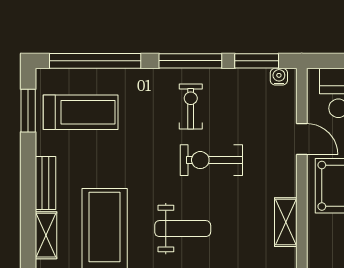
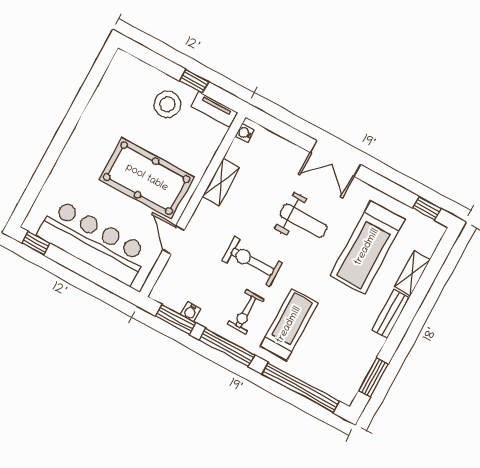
water cooler: (279, 77) -> (191, 312), moved
treadmill: (81, 112) -> (289, 325), moved, turned 90
exercise bike: (211, 160) -> (252, 262), turned 180
weight bench: (183, 229) -> (304, 221), turned 180

